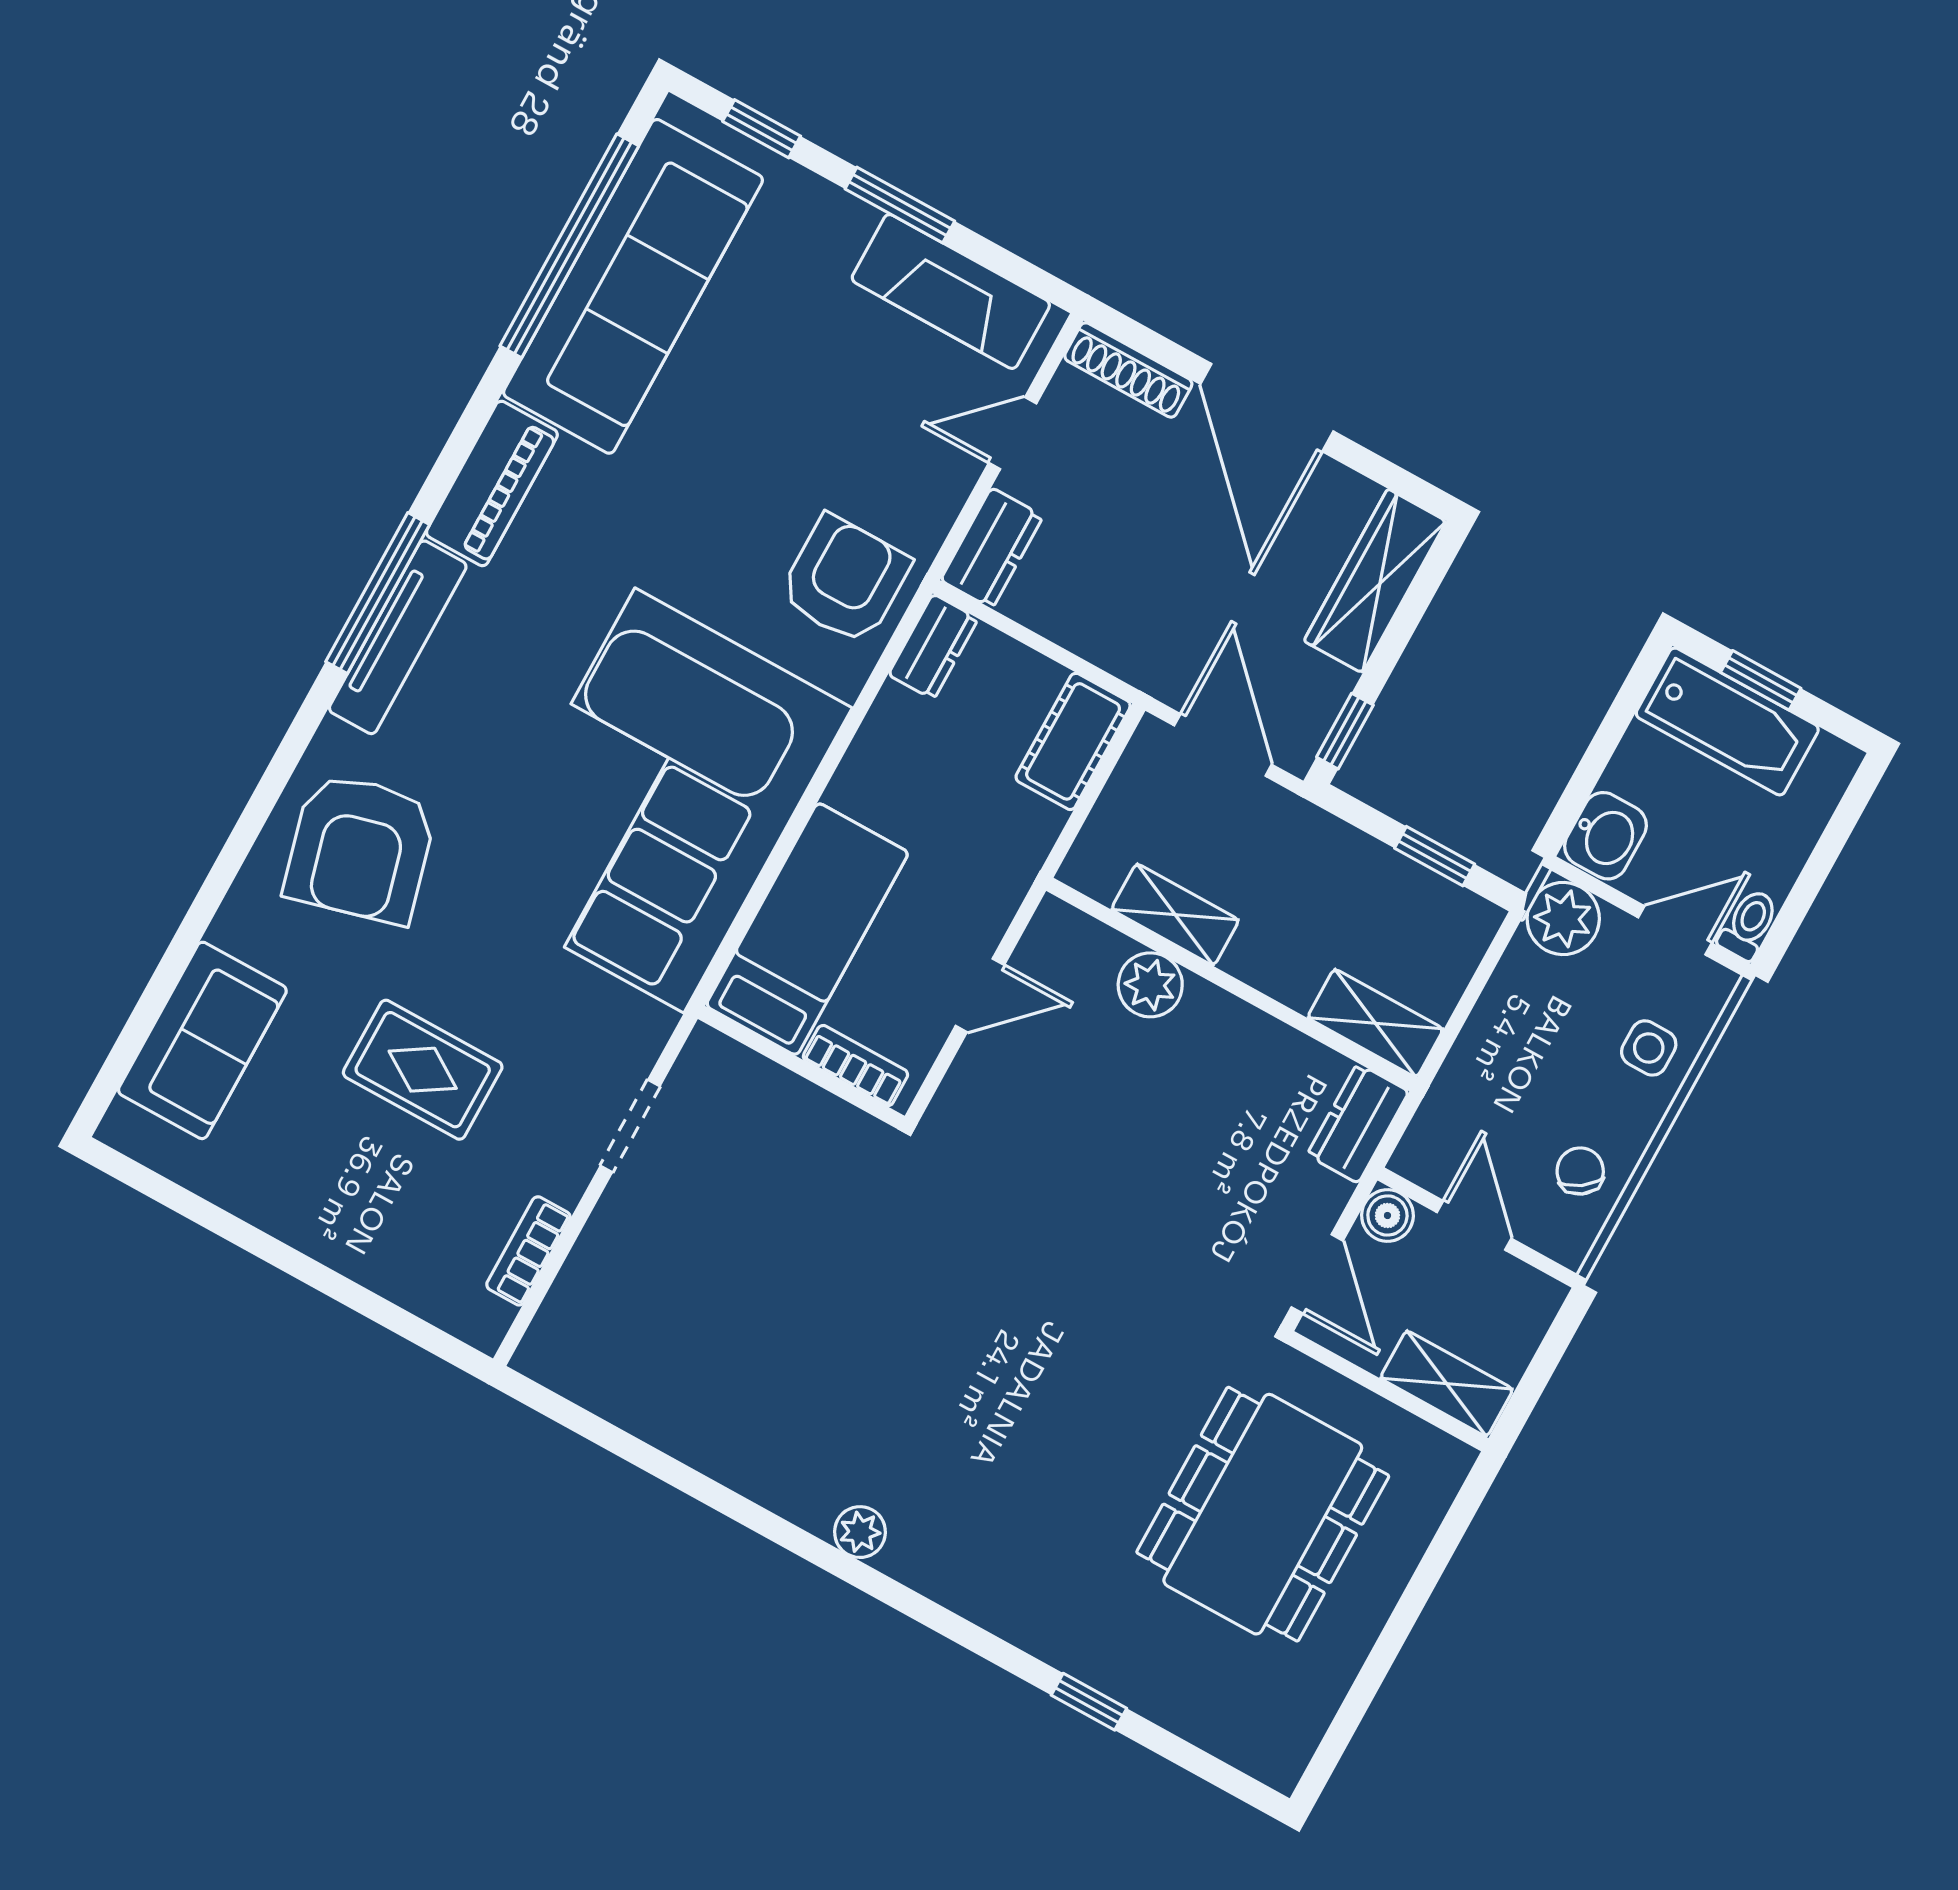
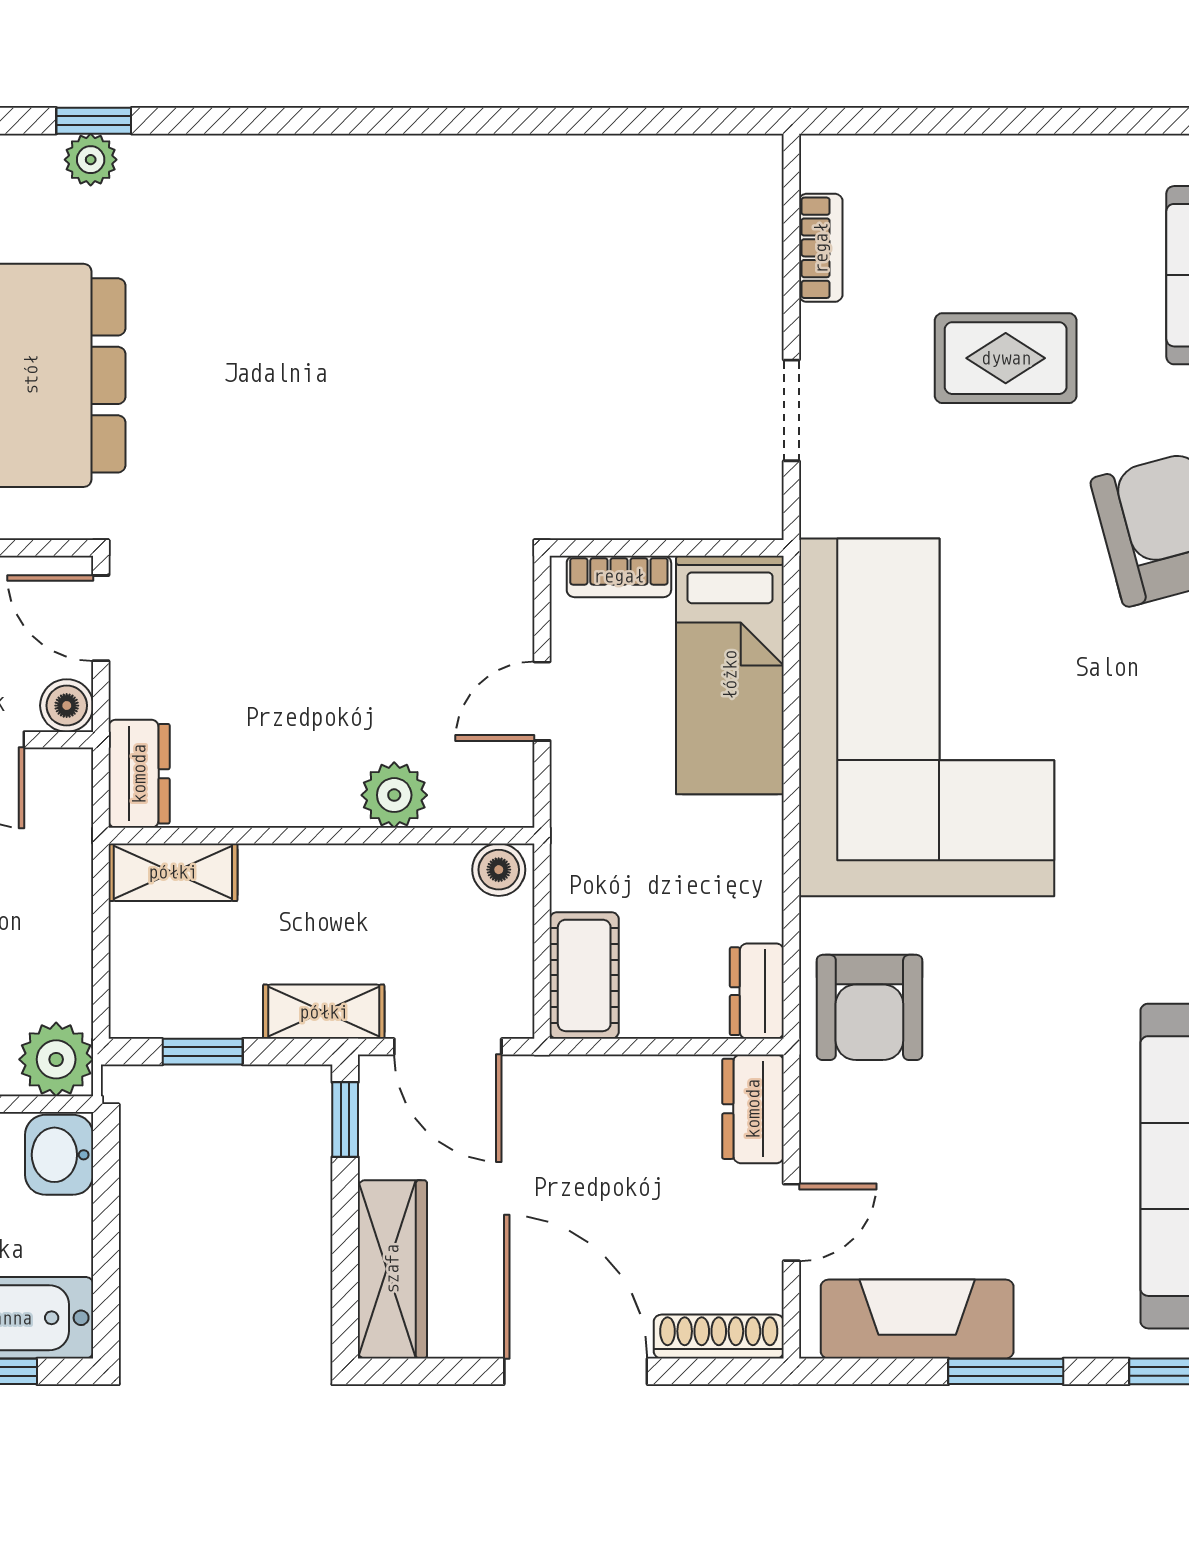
boiler: (1096, 872) -> (499, 870), added
shelving: (1175, 915) -> (324, 1012), moved
plant: (860, 1532) -> (91, 160), moved

